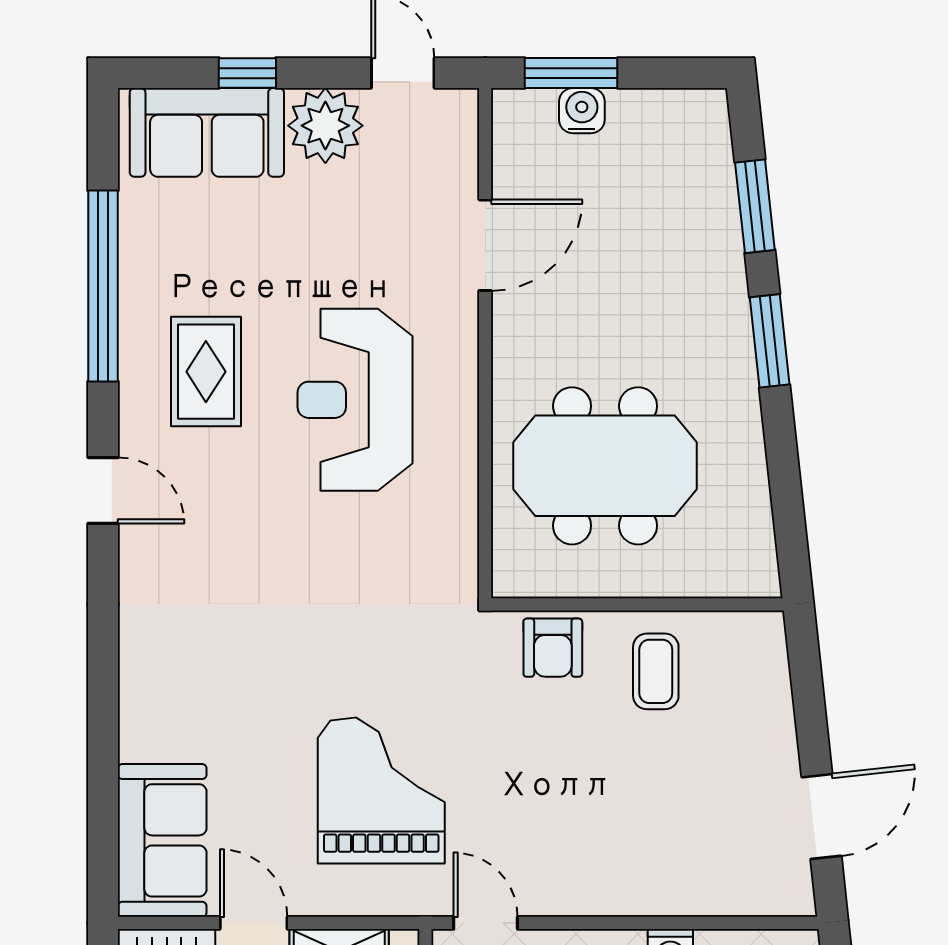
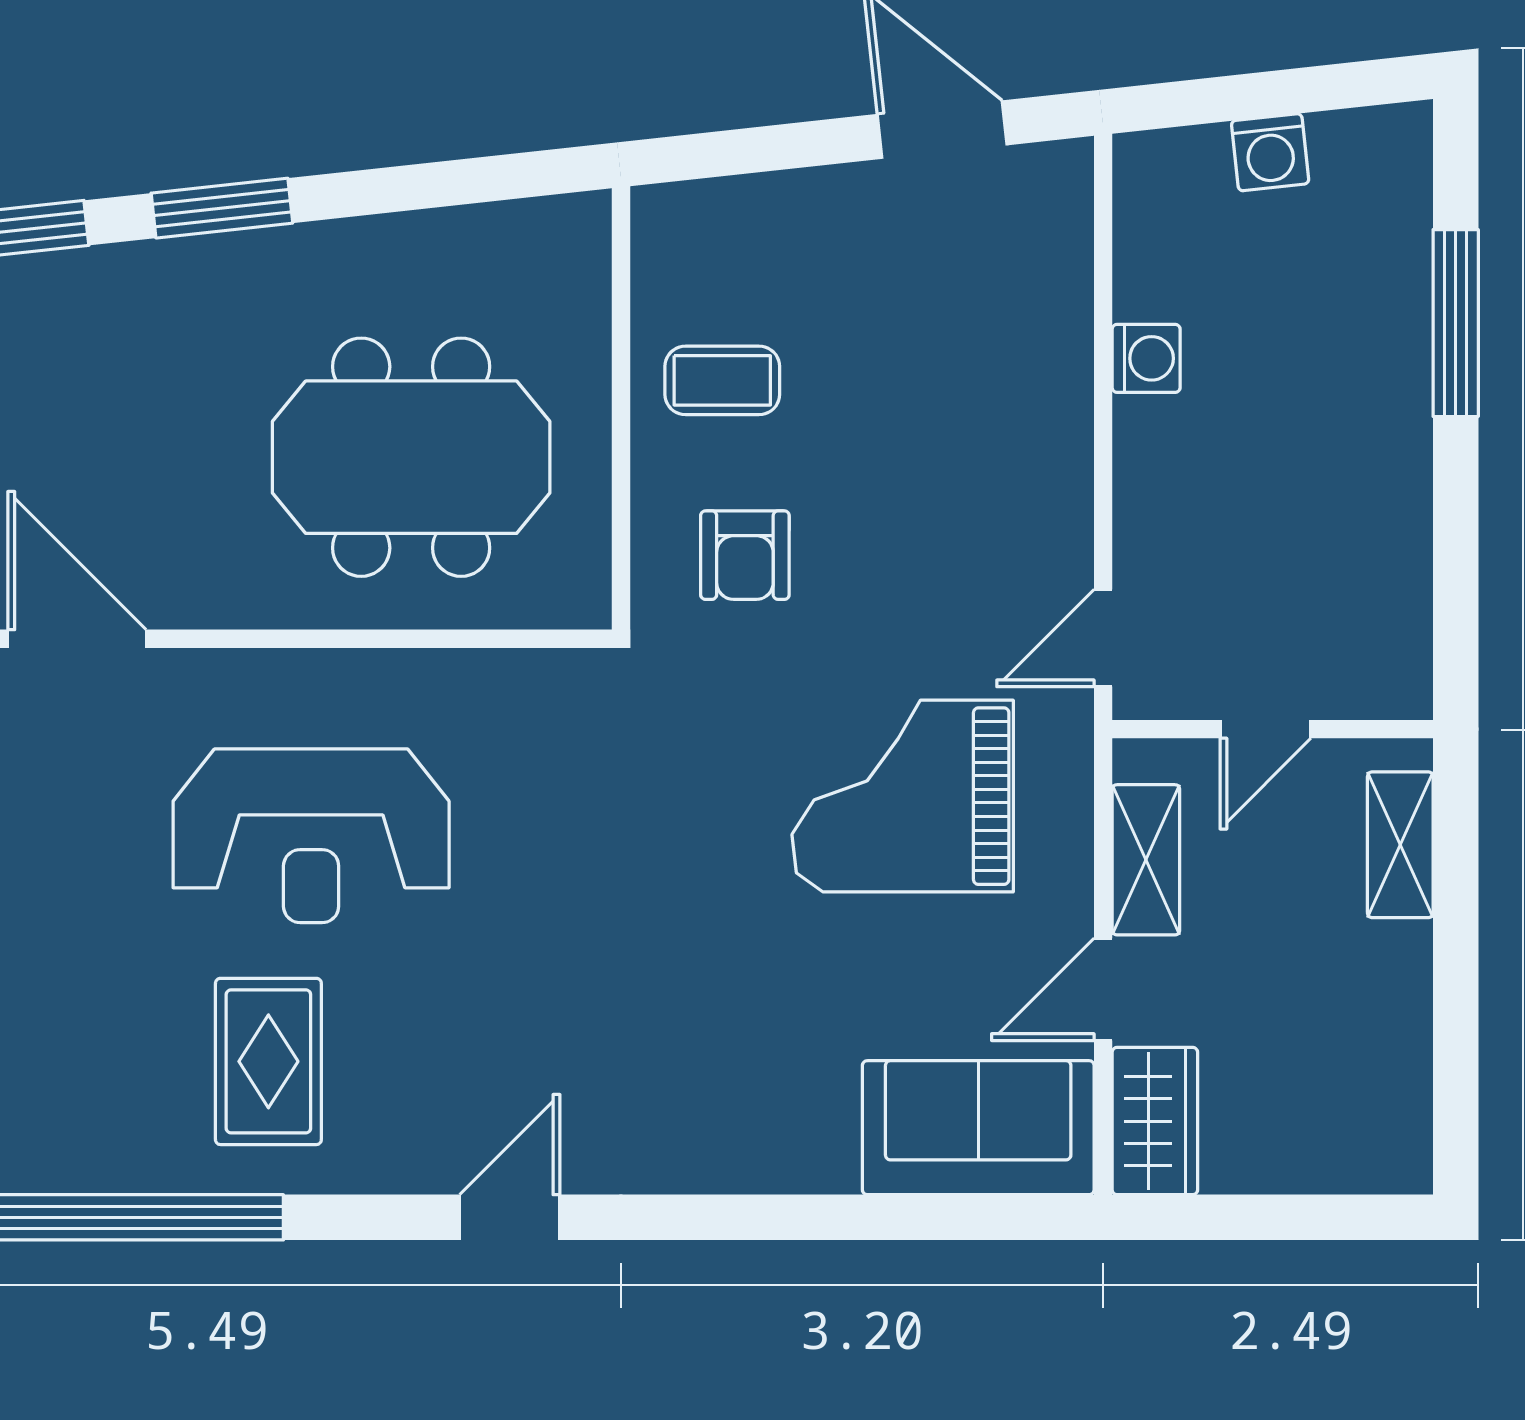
rug: (206, 372) -> (268, 1061), turned 90
meeting table: (605, 466) -> (411, 457), turned 90
door: (103, 490) -> (510, 1217), moved
armchair: (553, 648) -> (745, 555), moved, turned 90

